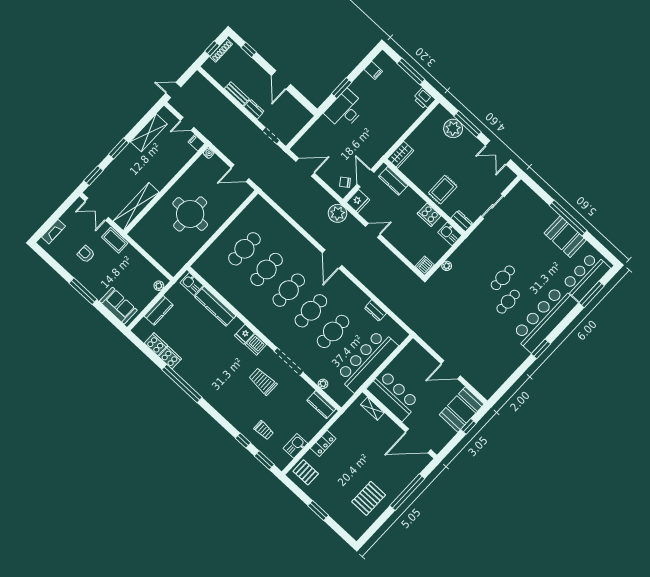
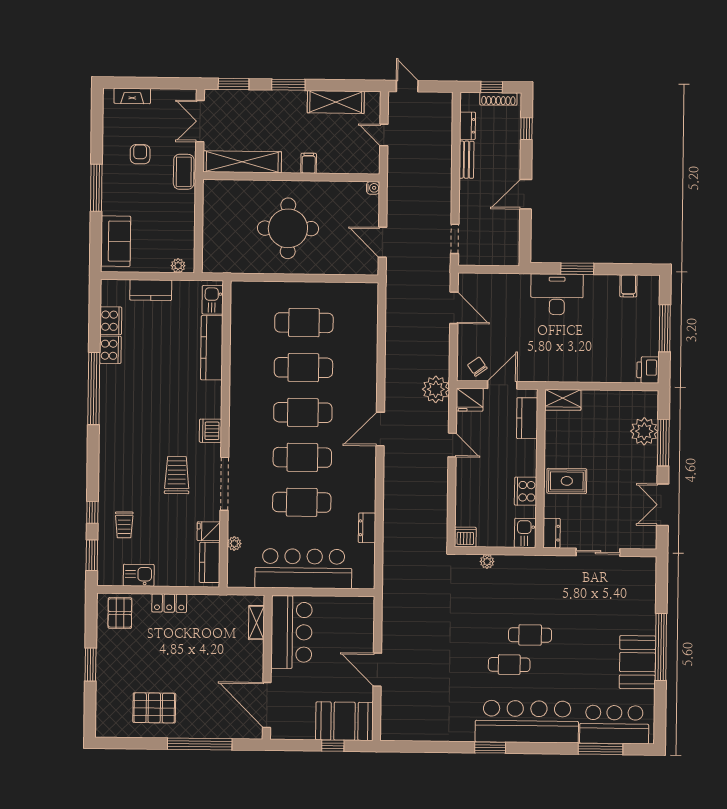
dresser: (254, 109) -> (467, 126), moved
filing cabinet: (196, 143) -> (309, 163), moved
fridge: (244, 334) -> (209, 531), moved

